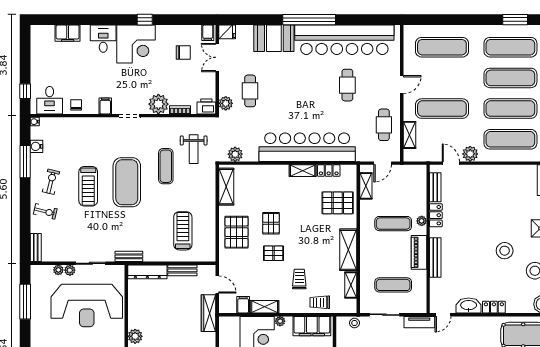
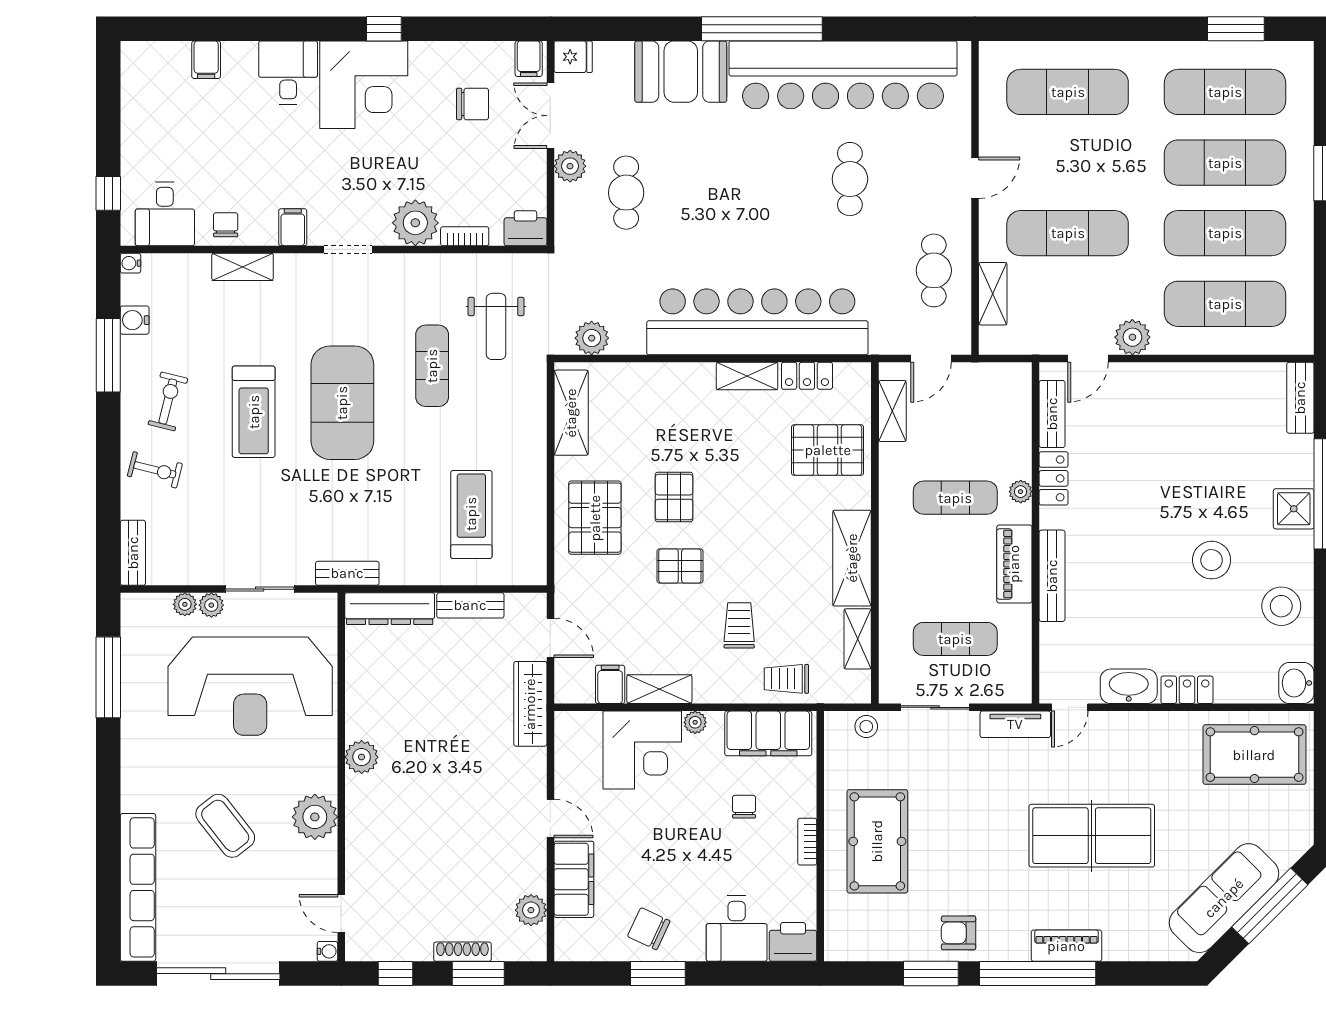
filing cabinet: (68, 33) -> (206, 60), width x0.50
plant: (226, 103) -> (570, 166), moved
shelving: (83, 123) -> (243, 267), added
door: (451, 163) -> (1088, 359), swing flipped

